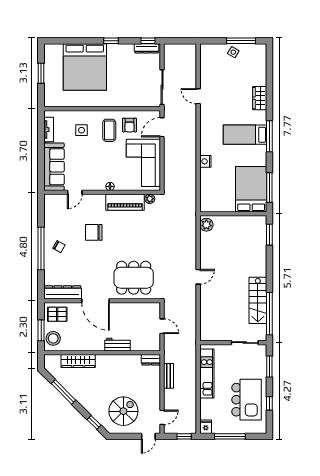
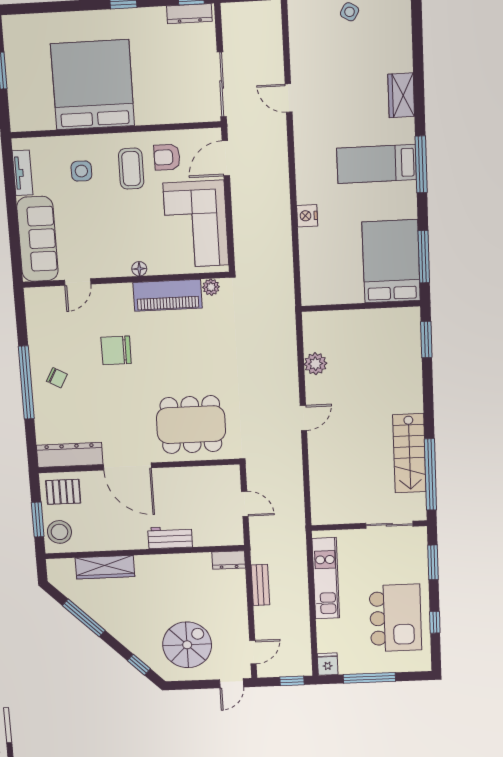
bed: (85, 67) -> (93, 85), moved, turned 180
armchair: (130, 125) -> (167, 157), turned 90
plant: (206, 225) -> (315, 364), moved

